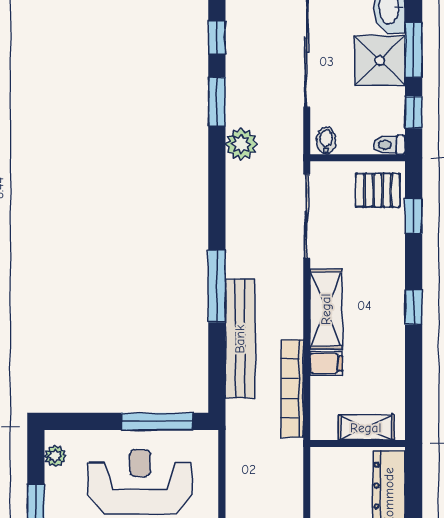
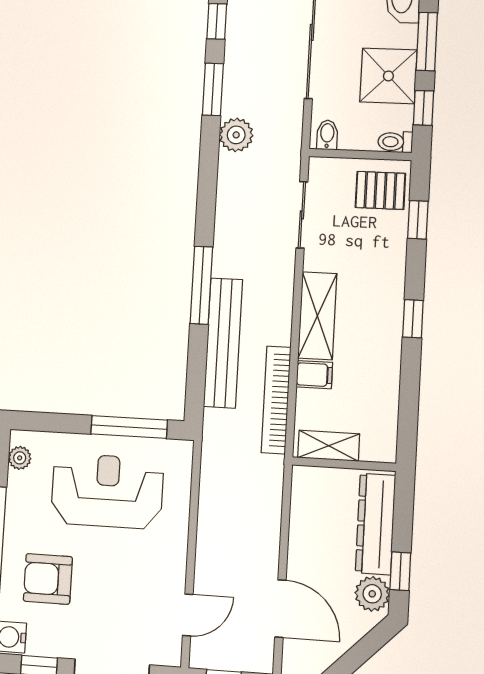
shower: (380, 60) -> (388, 76), moved
sliding door: (307, 216) -> (302, 215), width x0.73
shelving: (366, 428) -> (329, 446), moved

